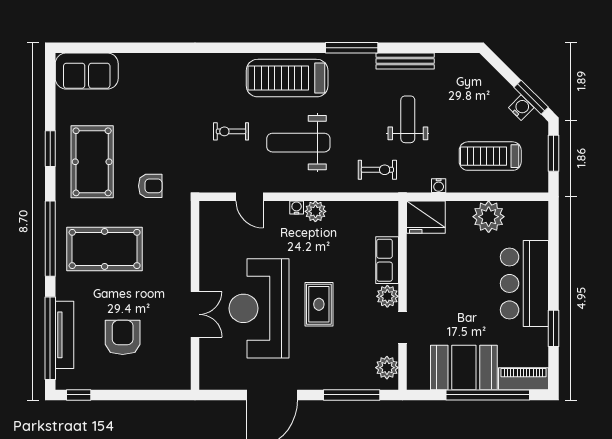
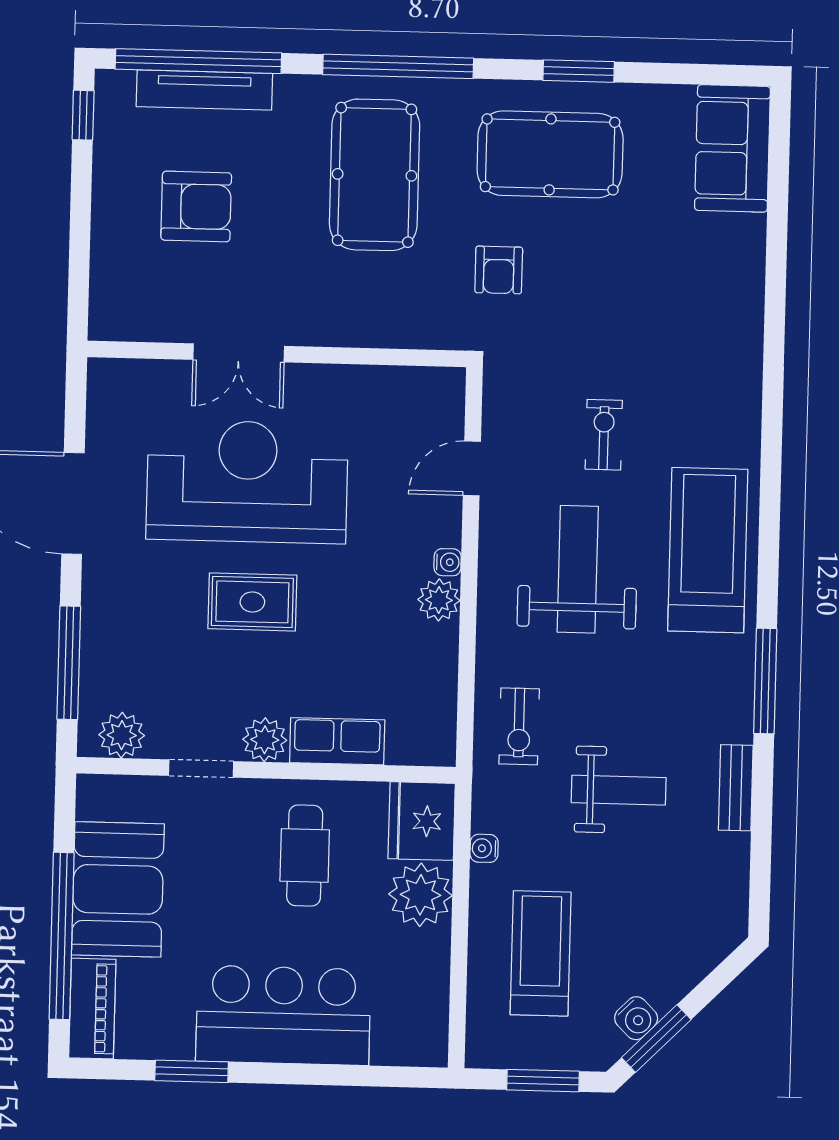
bench: (405, 61) -> (736, 788), width x0.73
plant: (489, 217) -> (420, 895), moved
cafe table: (445, 275) -> (305, 856), added

